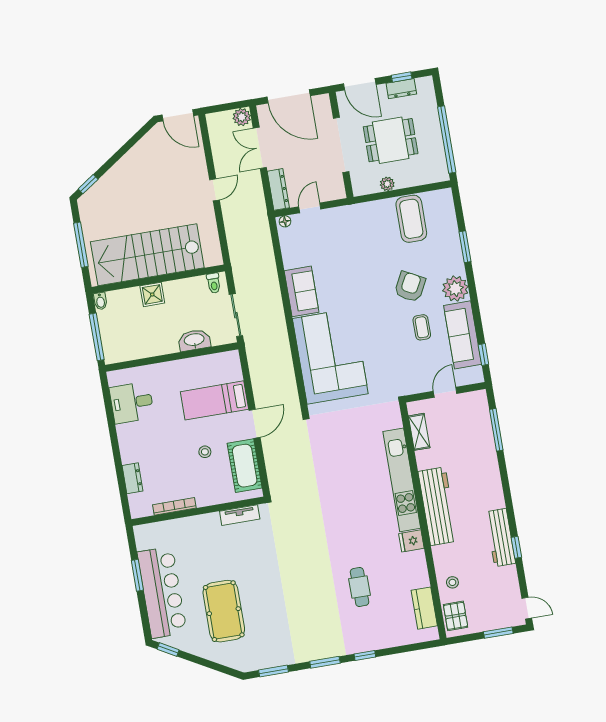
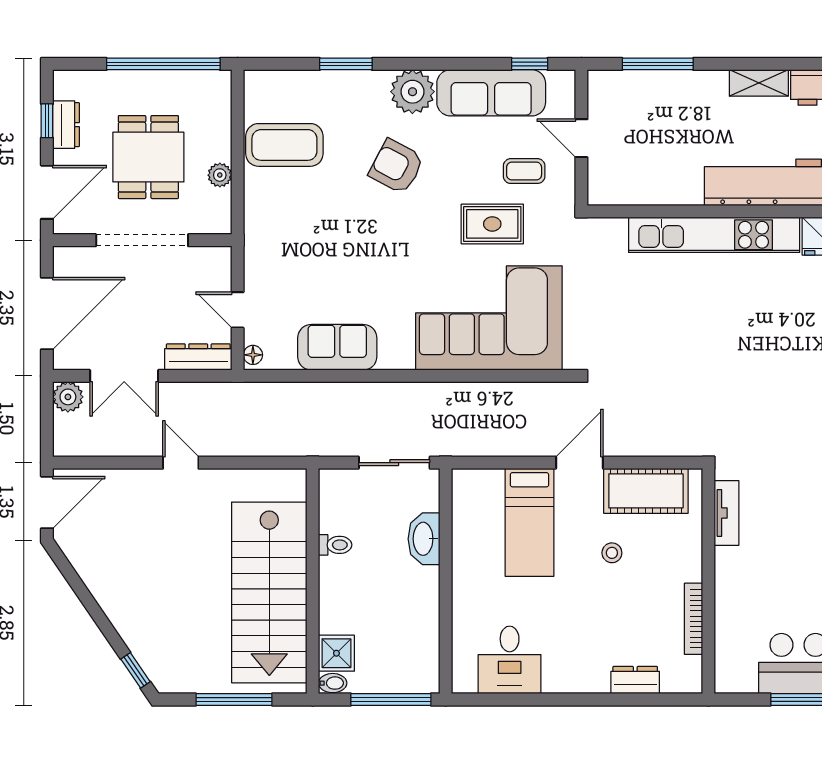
toilet: (214, 283) -> (335, 545), moved
sofa: (302, 291) -> (337, 347), moved
shower: (152, 294) -> (336, 653), moved
coffee table: (422, 327) -> (524, 171), moved
rug: (386, 349) -> (492, 224), added
door: (255, 424) -> (579, 463), hinge flipped
shelving: (419, 432) -> (759, 83), moved

